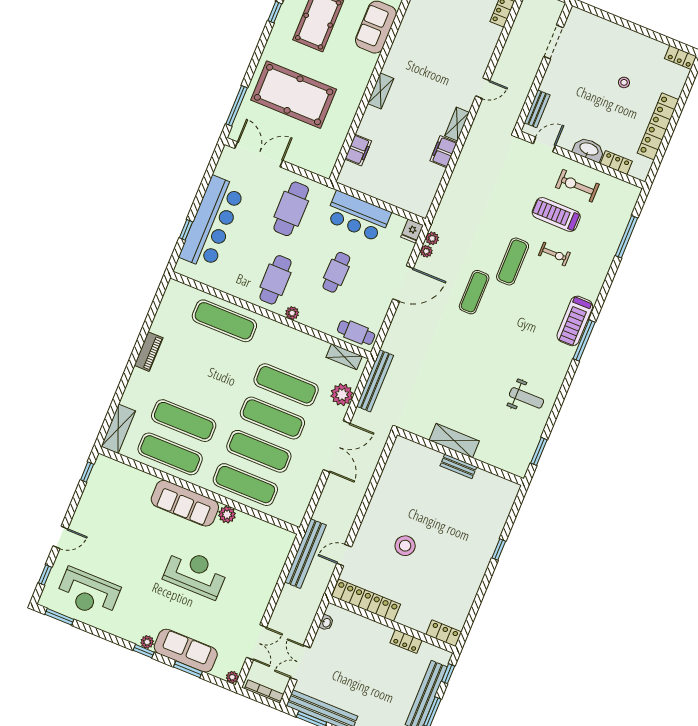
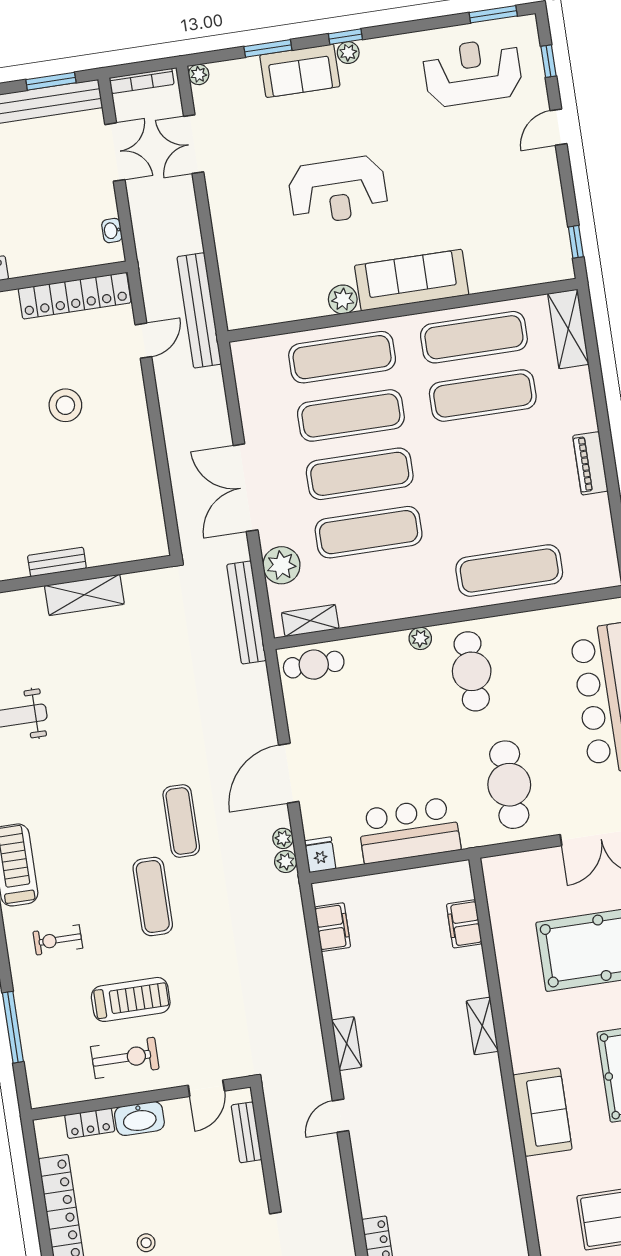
filing cabinet: (443, 152) -> (333, 927), moved
exercise bike: (554, 254) -> (58, 940), moved
cafe table: (336, 272) -> (392, 733), removed
sofa: (186, 651) -> (300, 71), width x0.73

